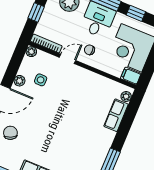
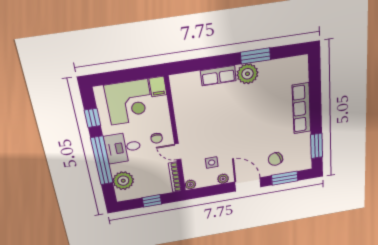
plant: (126, 96) -> (247, 74), moved, width x1.88, depth x1.88
row of seats: (116, 115) -> (218, 76), moved

